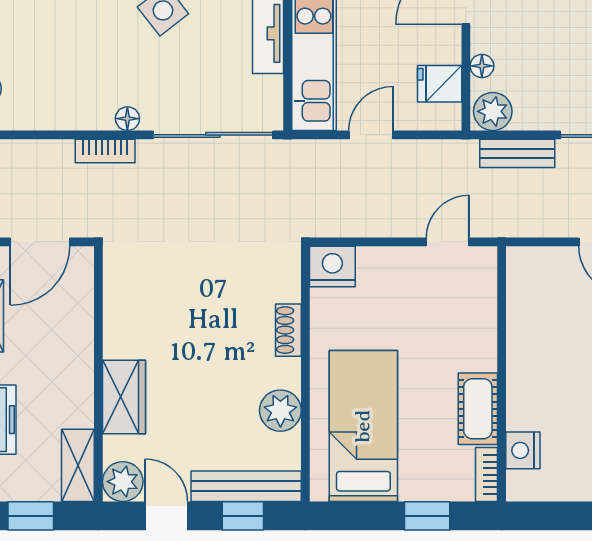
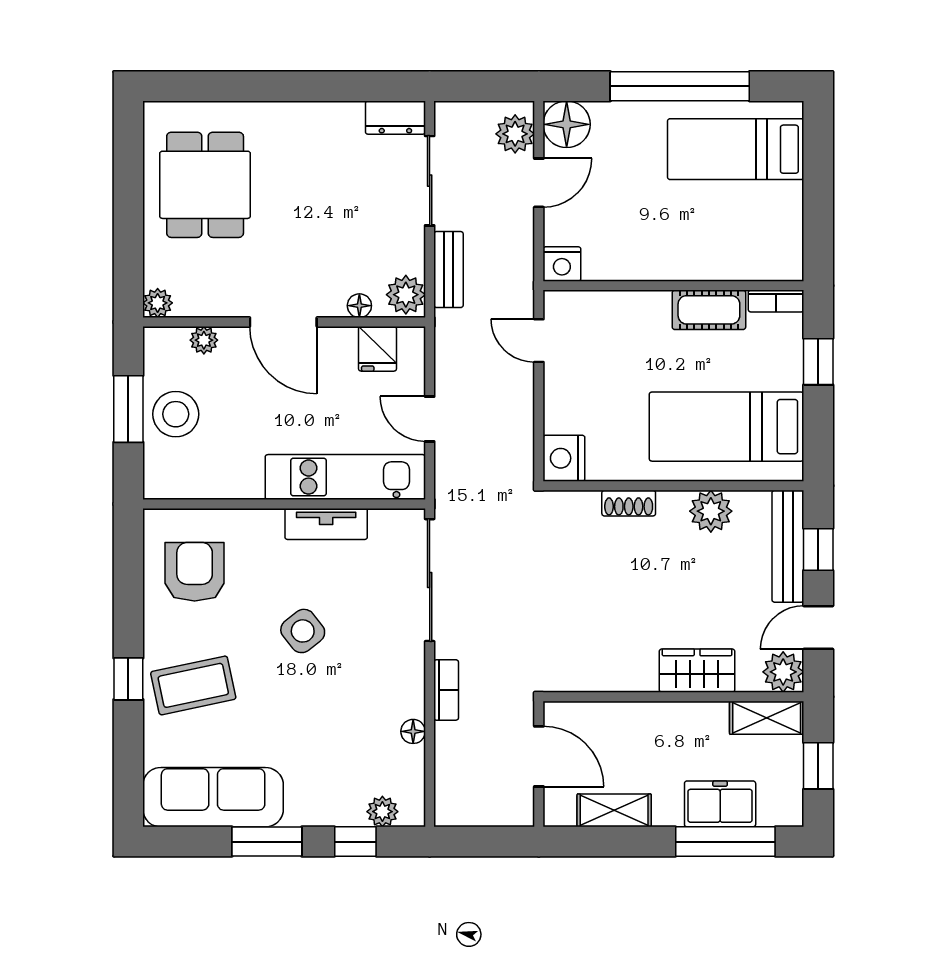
floor lamp: (127, 119) -> (413, 731), moved
nightstand: (523, 450) -> (562, 264), moved

